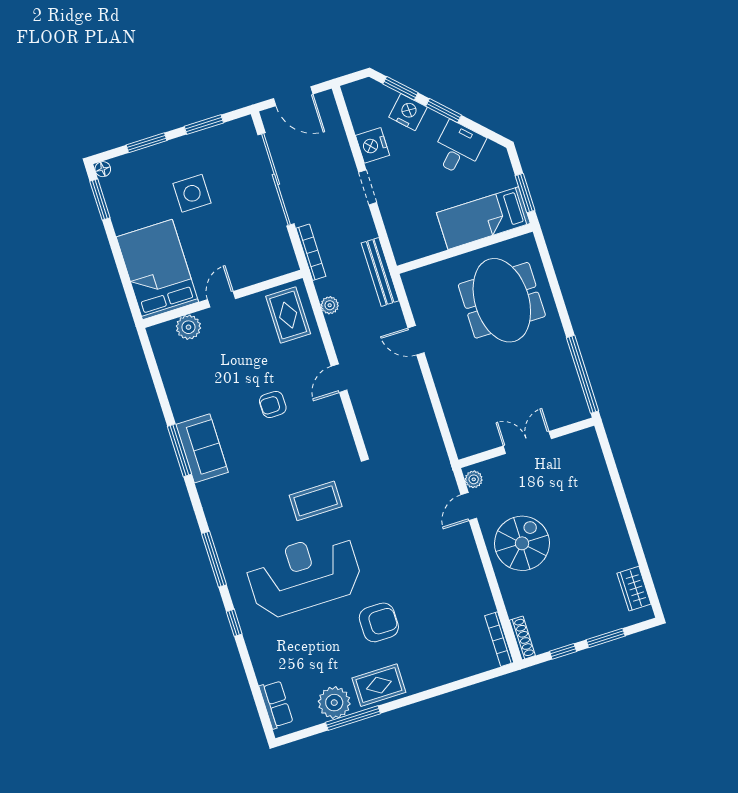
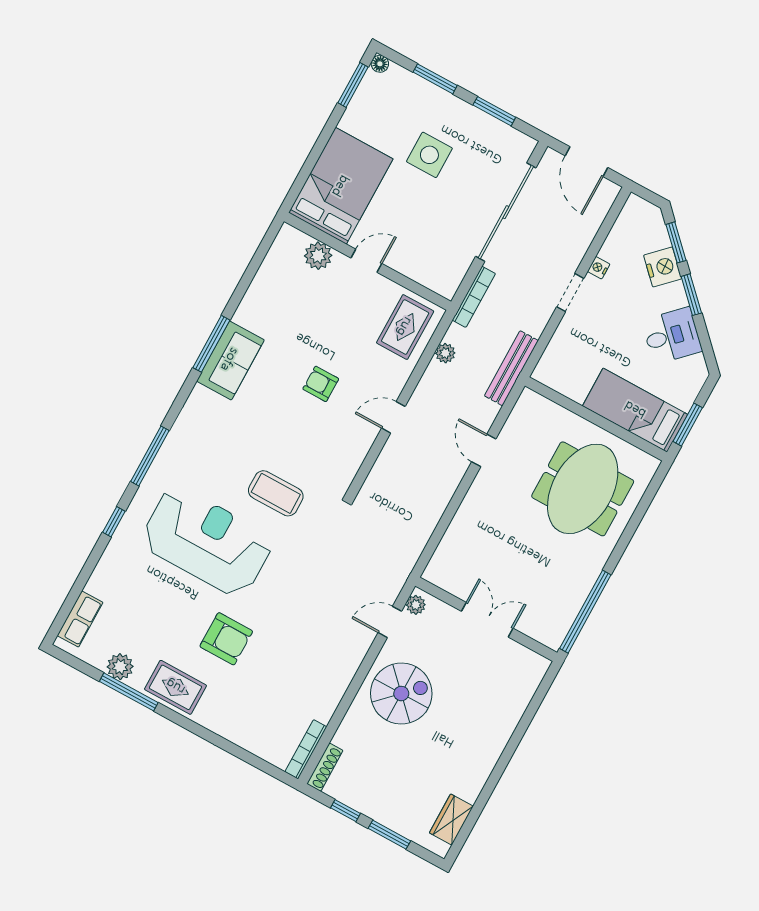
nightstand: (373, 145) -> (599, 268), width x0.53, depth x0.56
plant: (334, 703) -> (120, 667), width x0.73, depth x0.73

